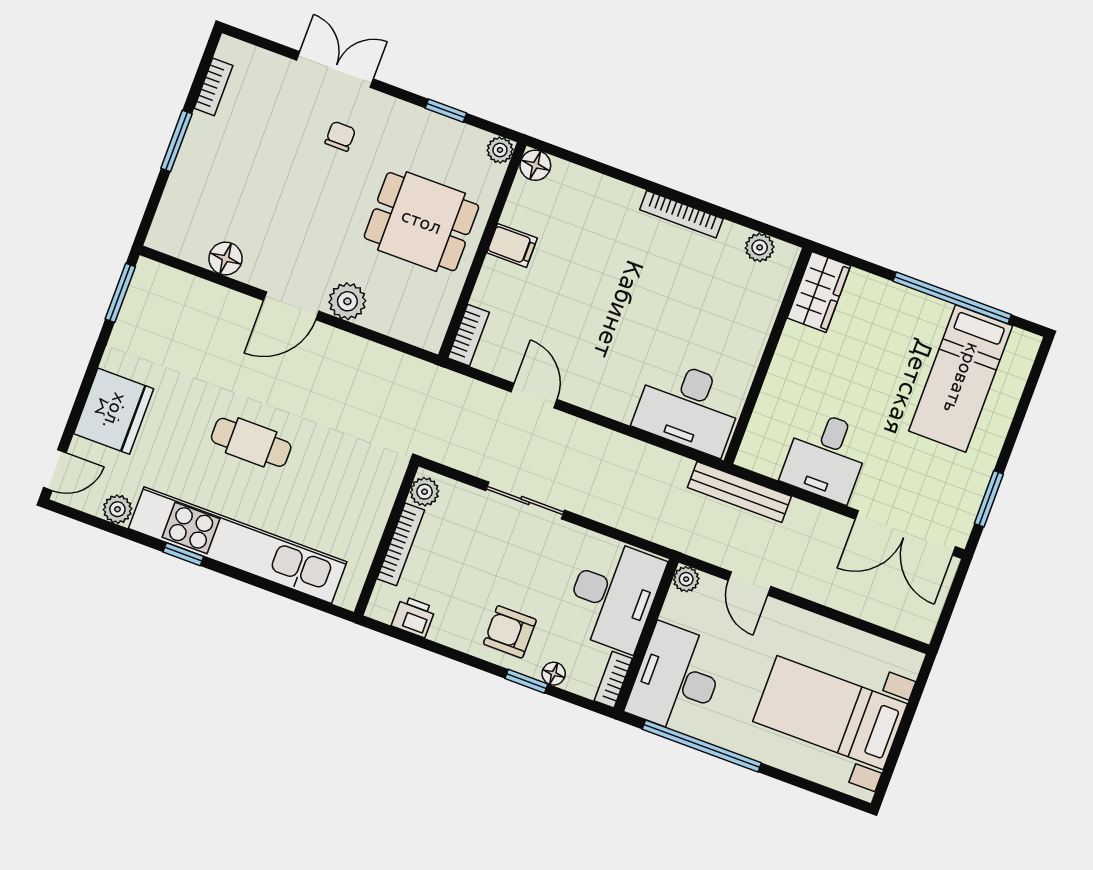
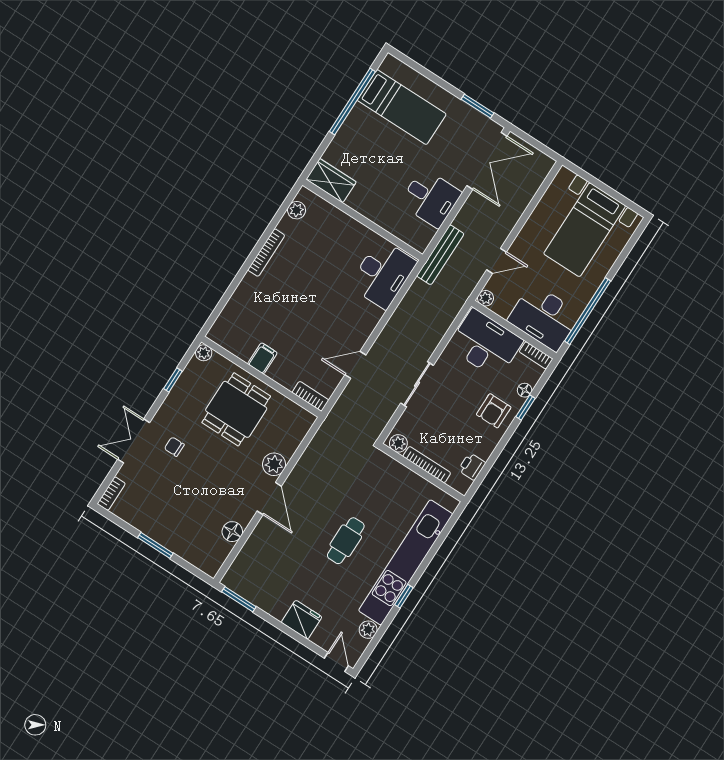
bookcase: (213, 87) -> (111, 494), moved, turned 90
floor lamp: (535, 165) -> (218, 334), removed
fridge: (114, 411) -> (302, 620), width x0.73, depth x0.75

